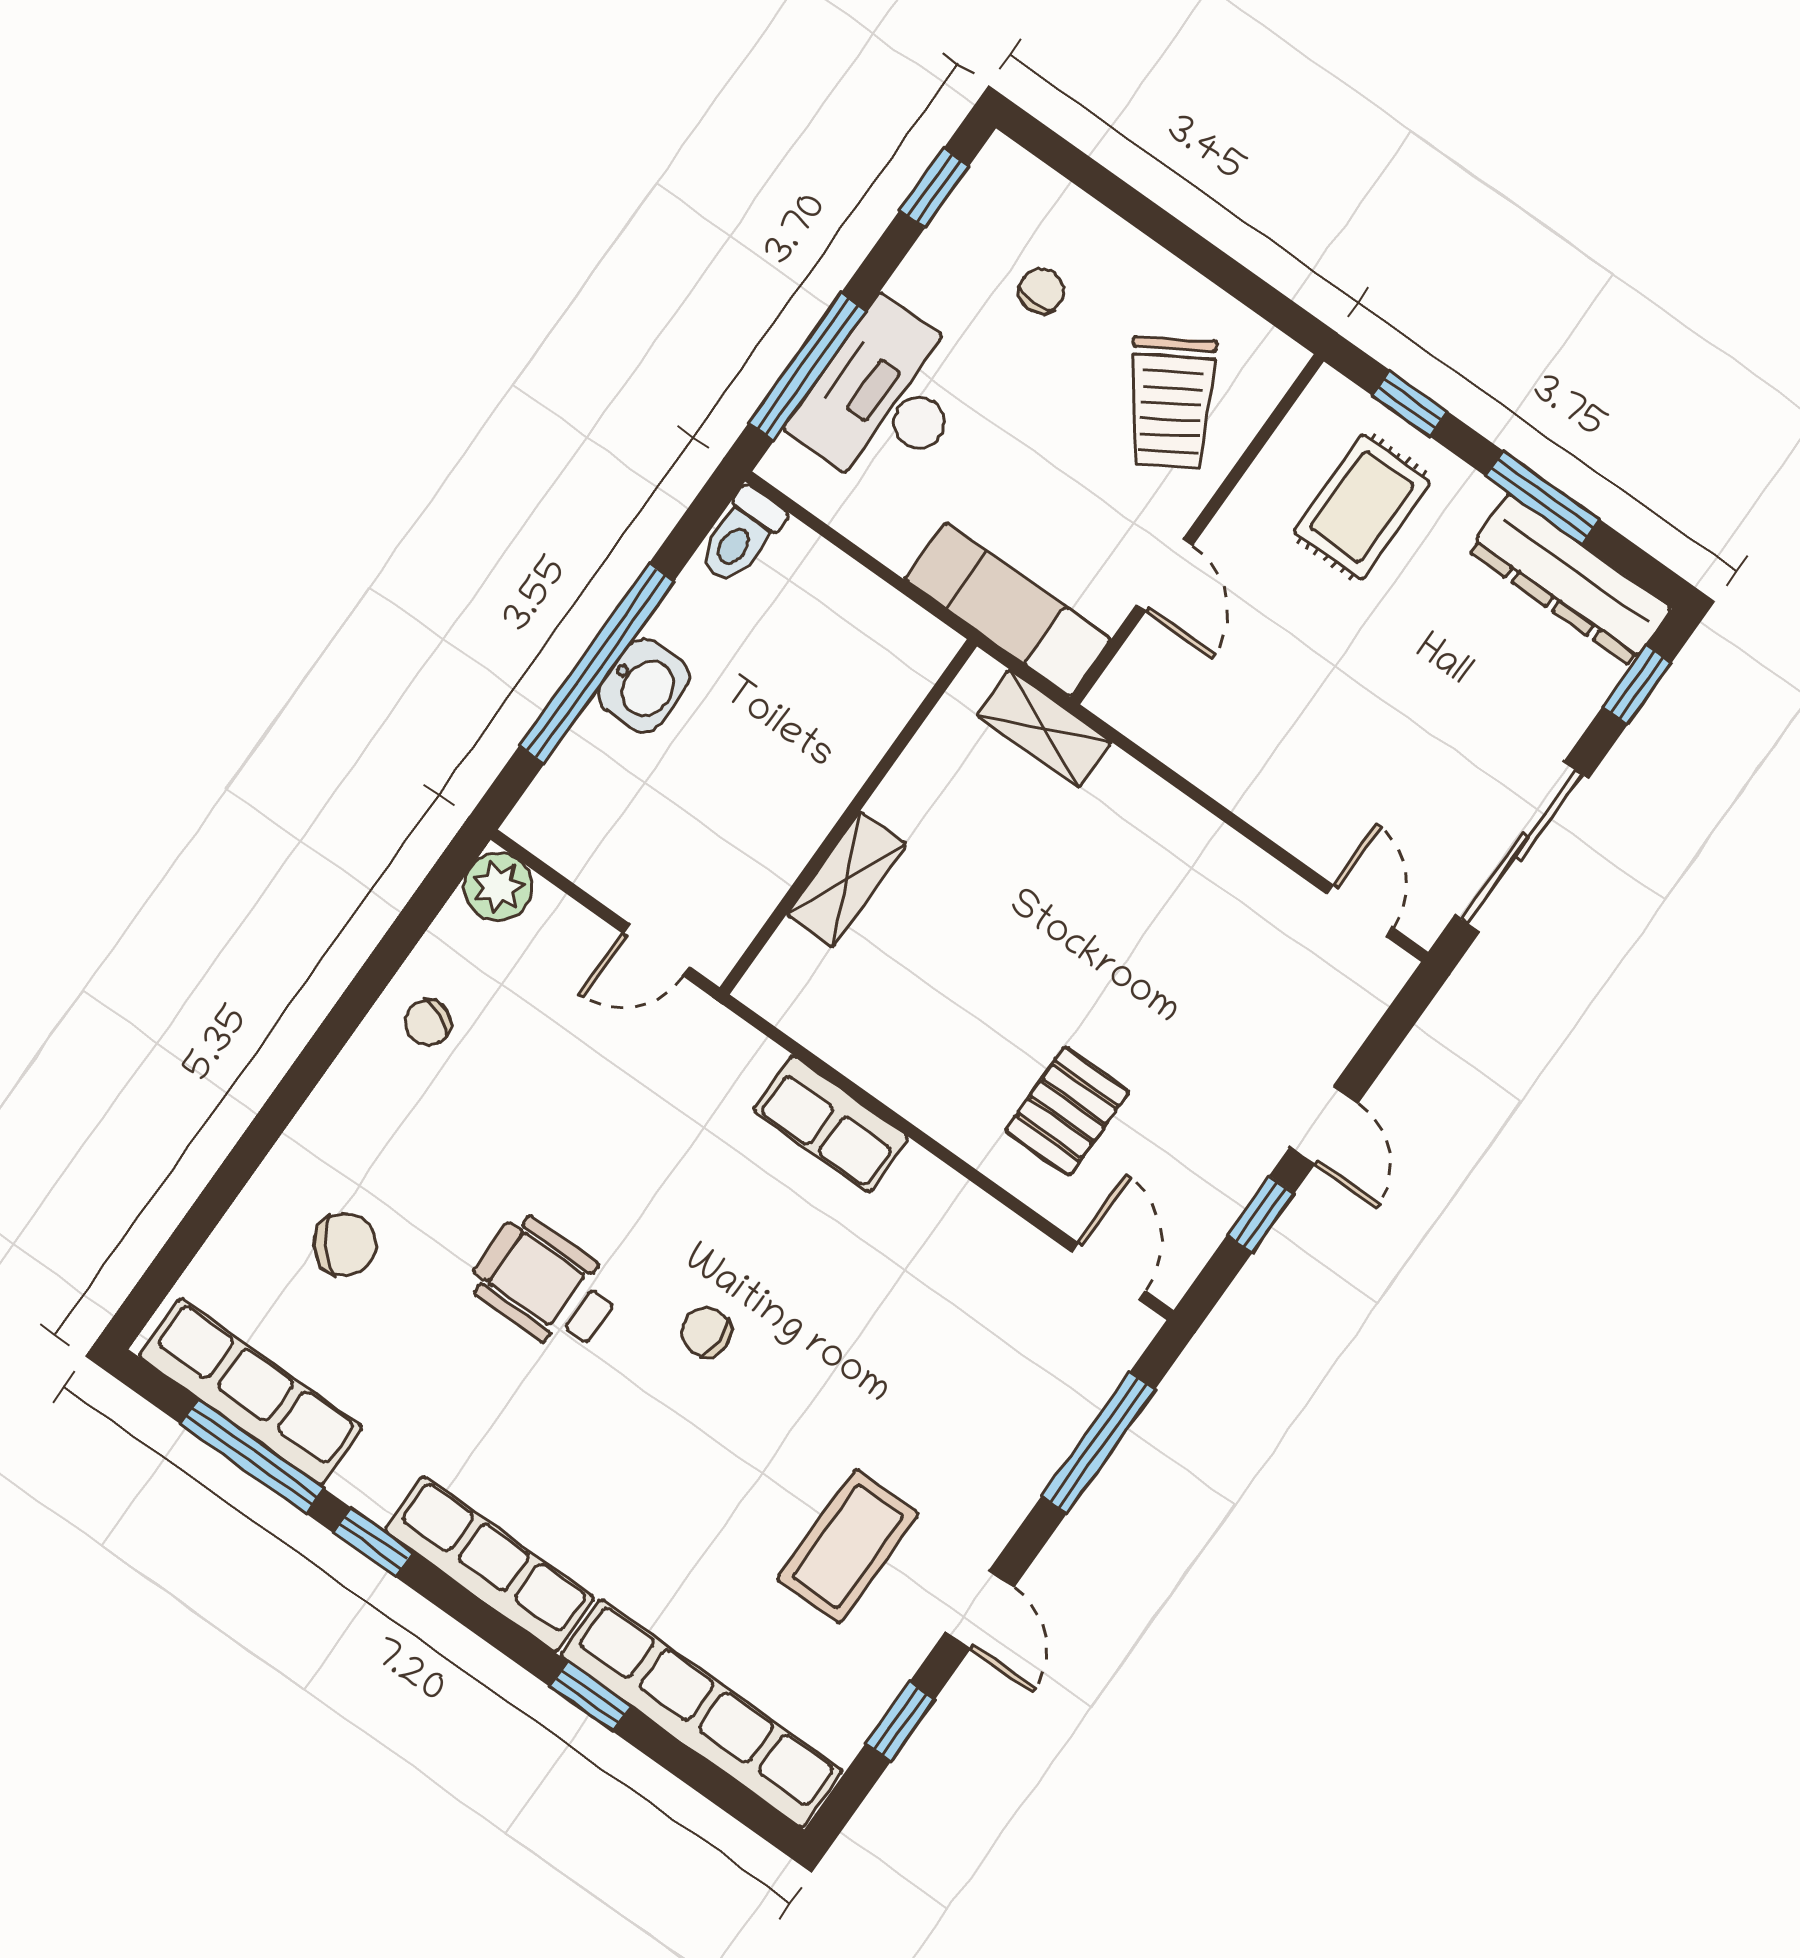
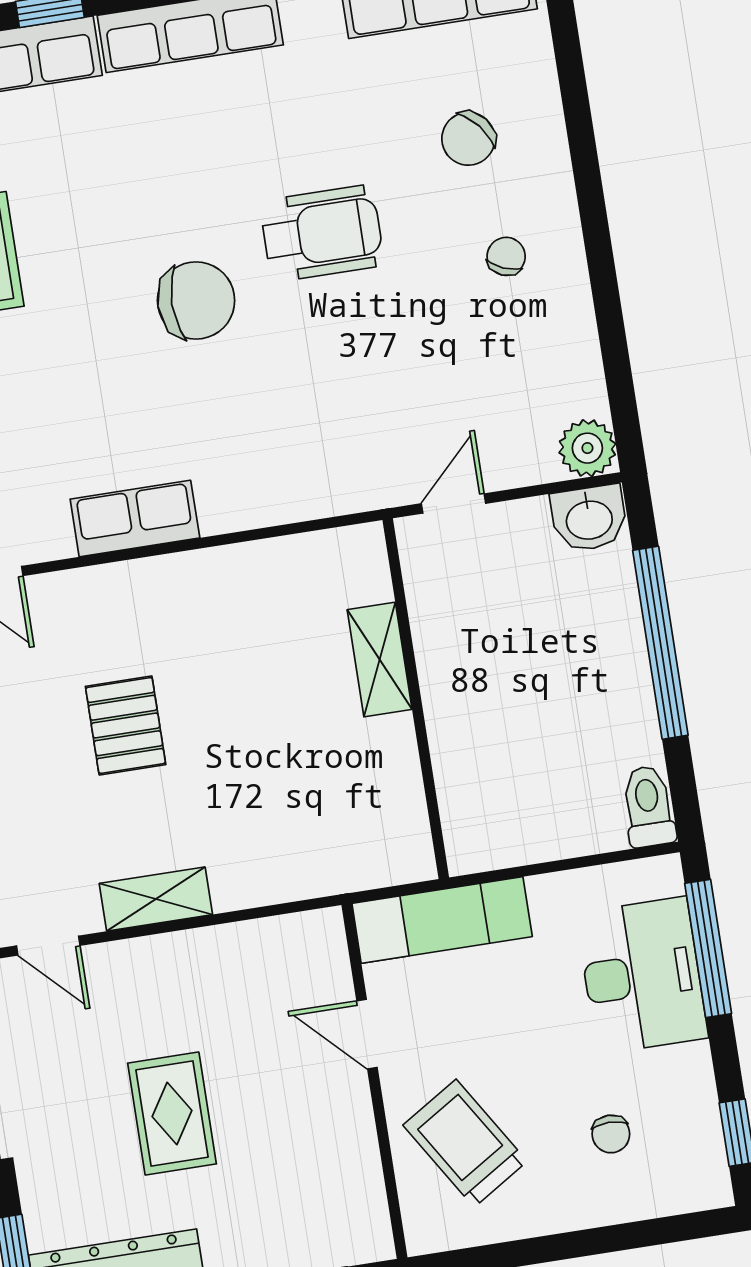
rug: (1362, 507) -> (172, 1114), moved
washbasin: (644, 686) -> (589, 518), moved, turned -90
shelving: (1044, 729) -> (156, 899), moved
chair: (428, 1023) -> (506, 256), moved
pallet: (1067, 1111) -> (126, 725), moved
row of seats: (831, 1124) -> (135, 518), moved
chair: (706, 1332) -> (196, 300), width x1.87, depth x1.87

